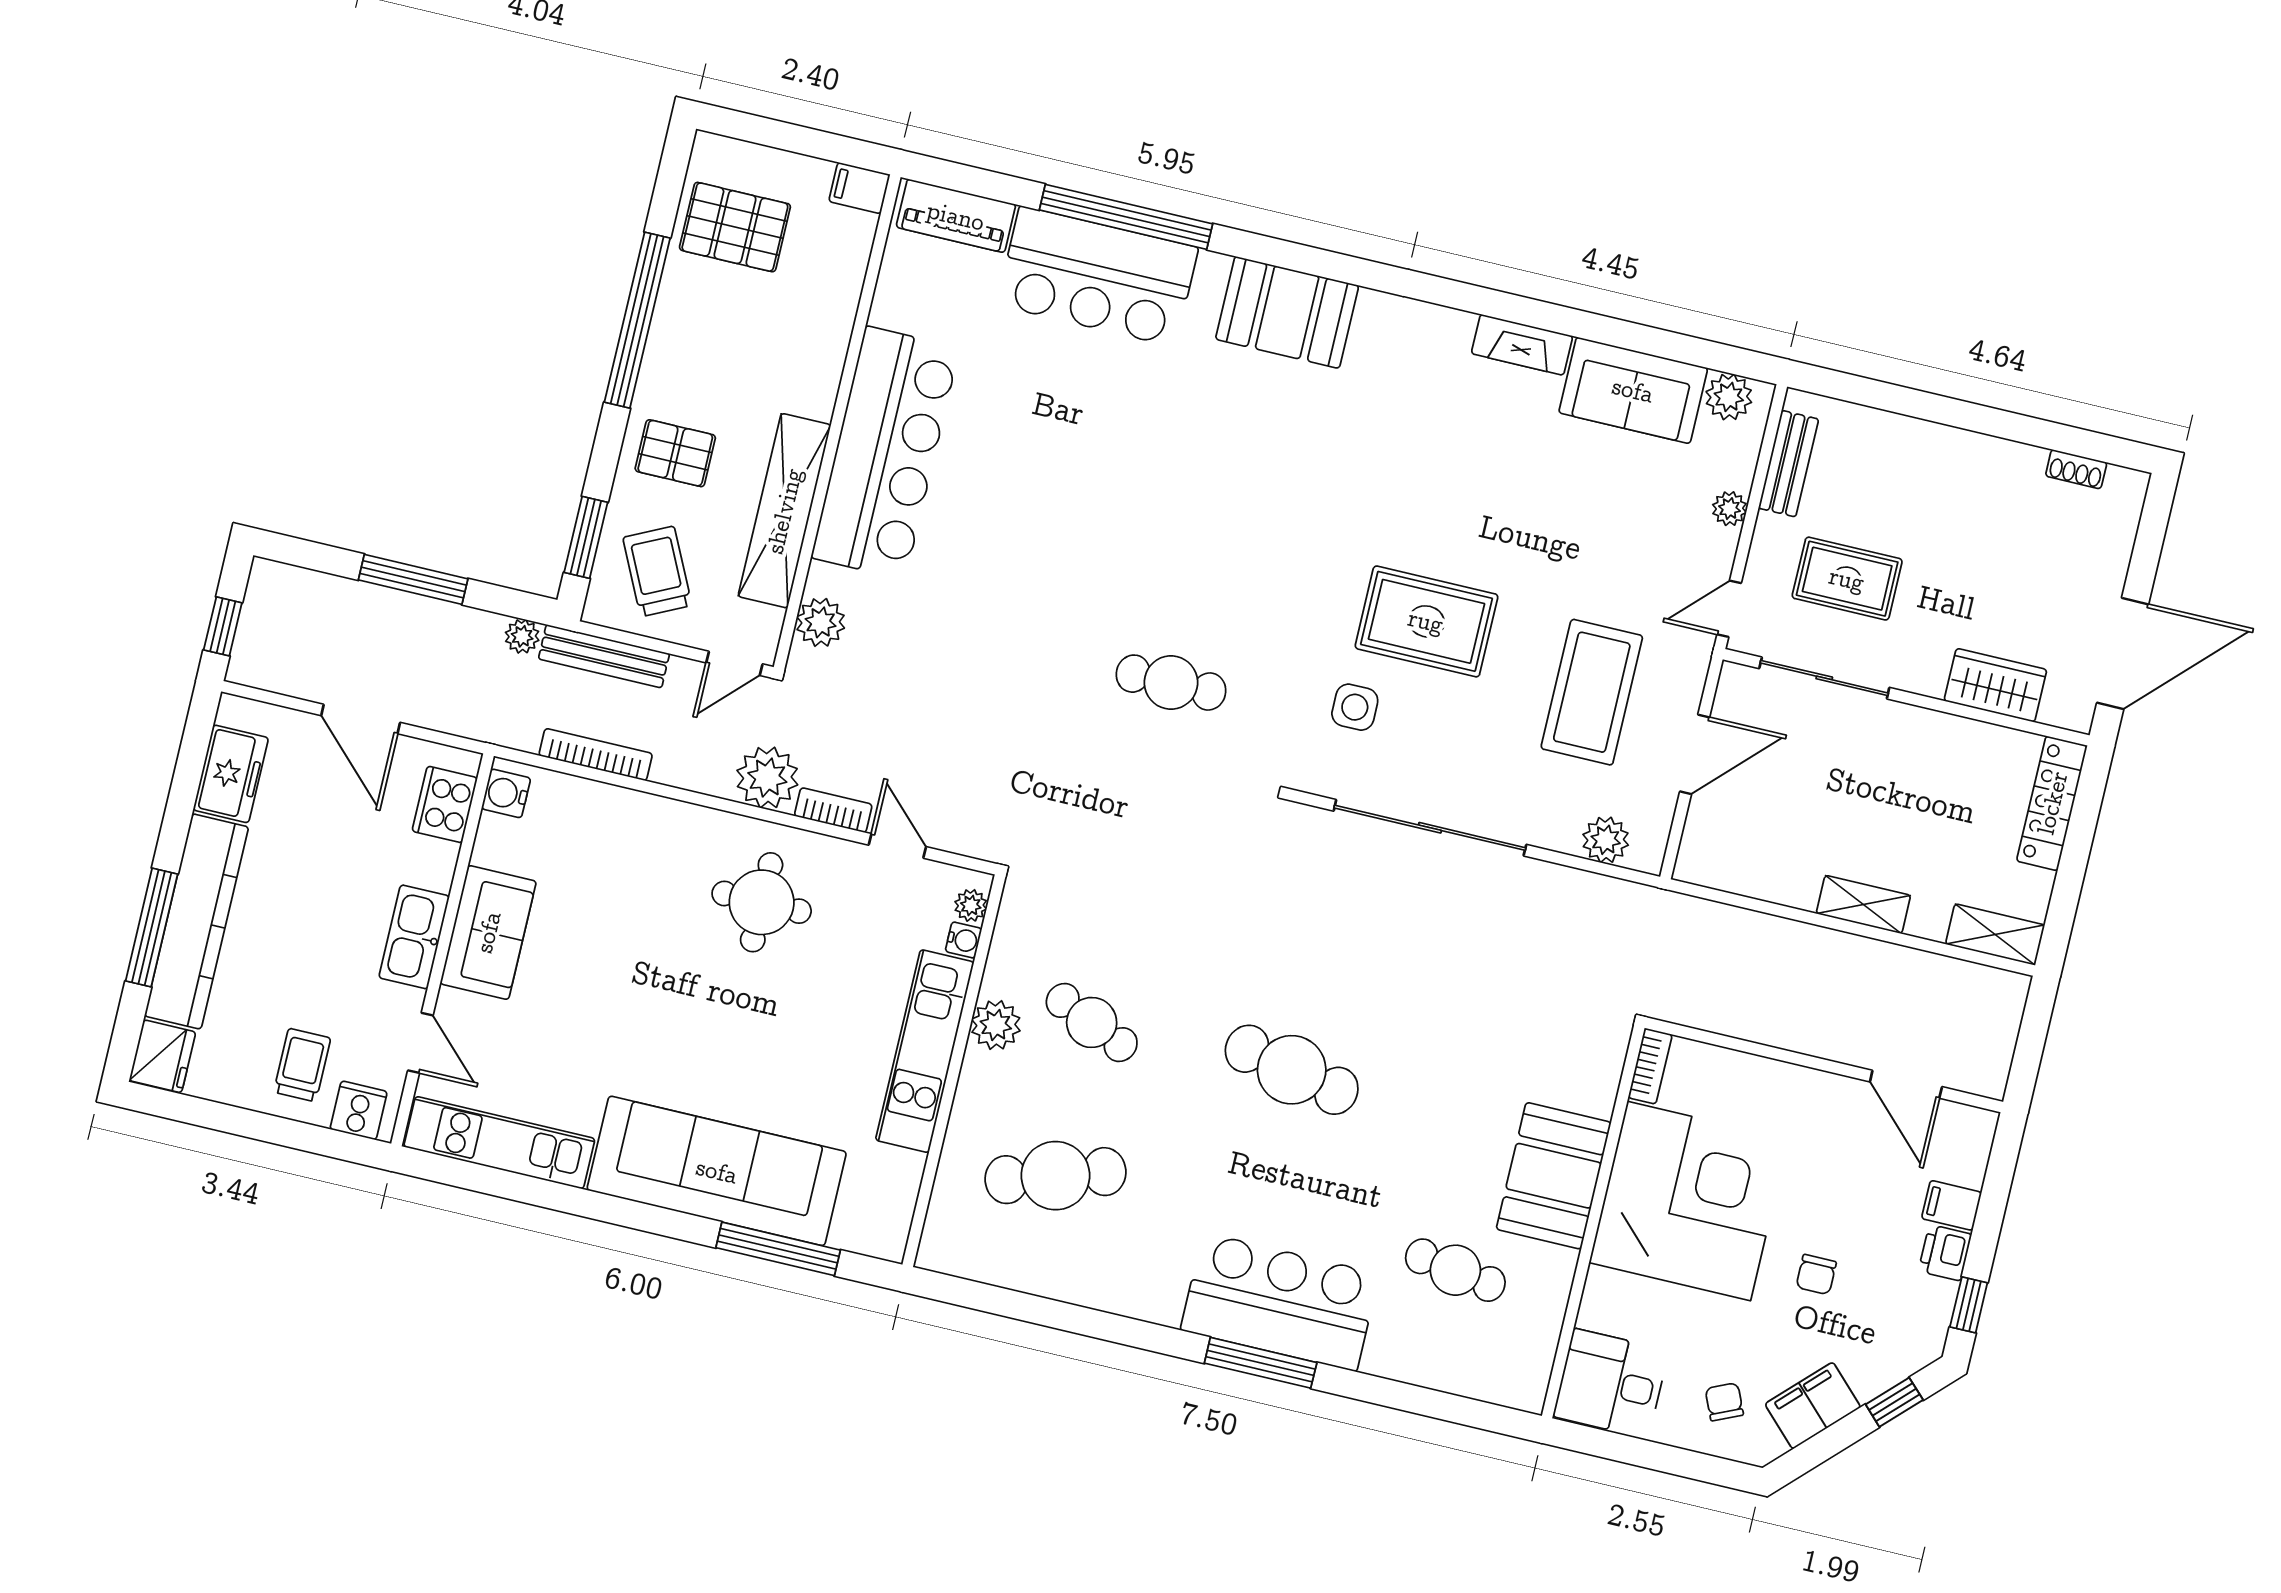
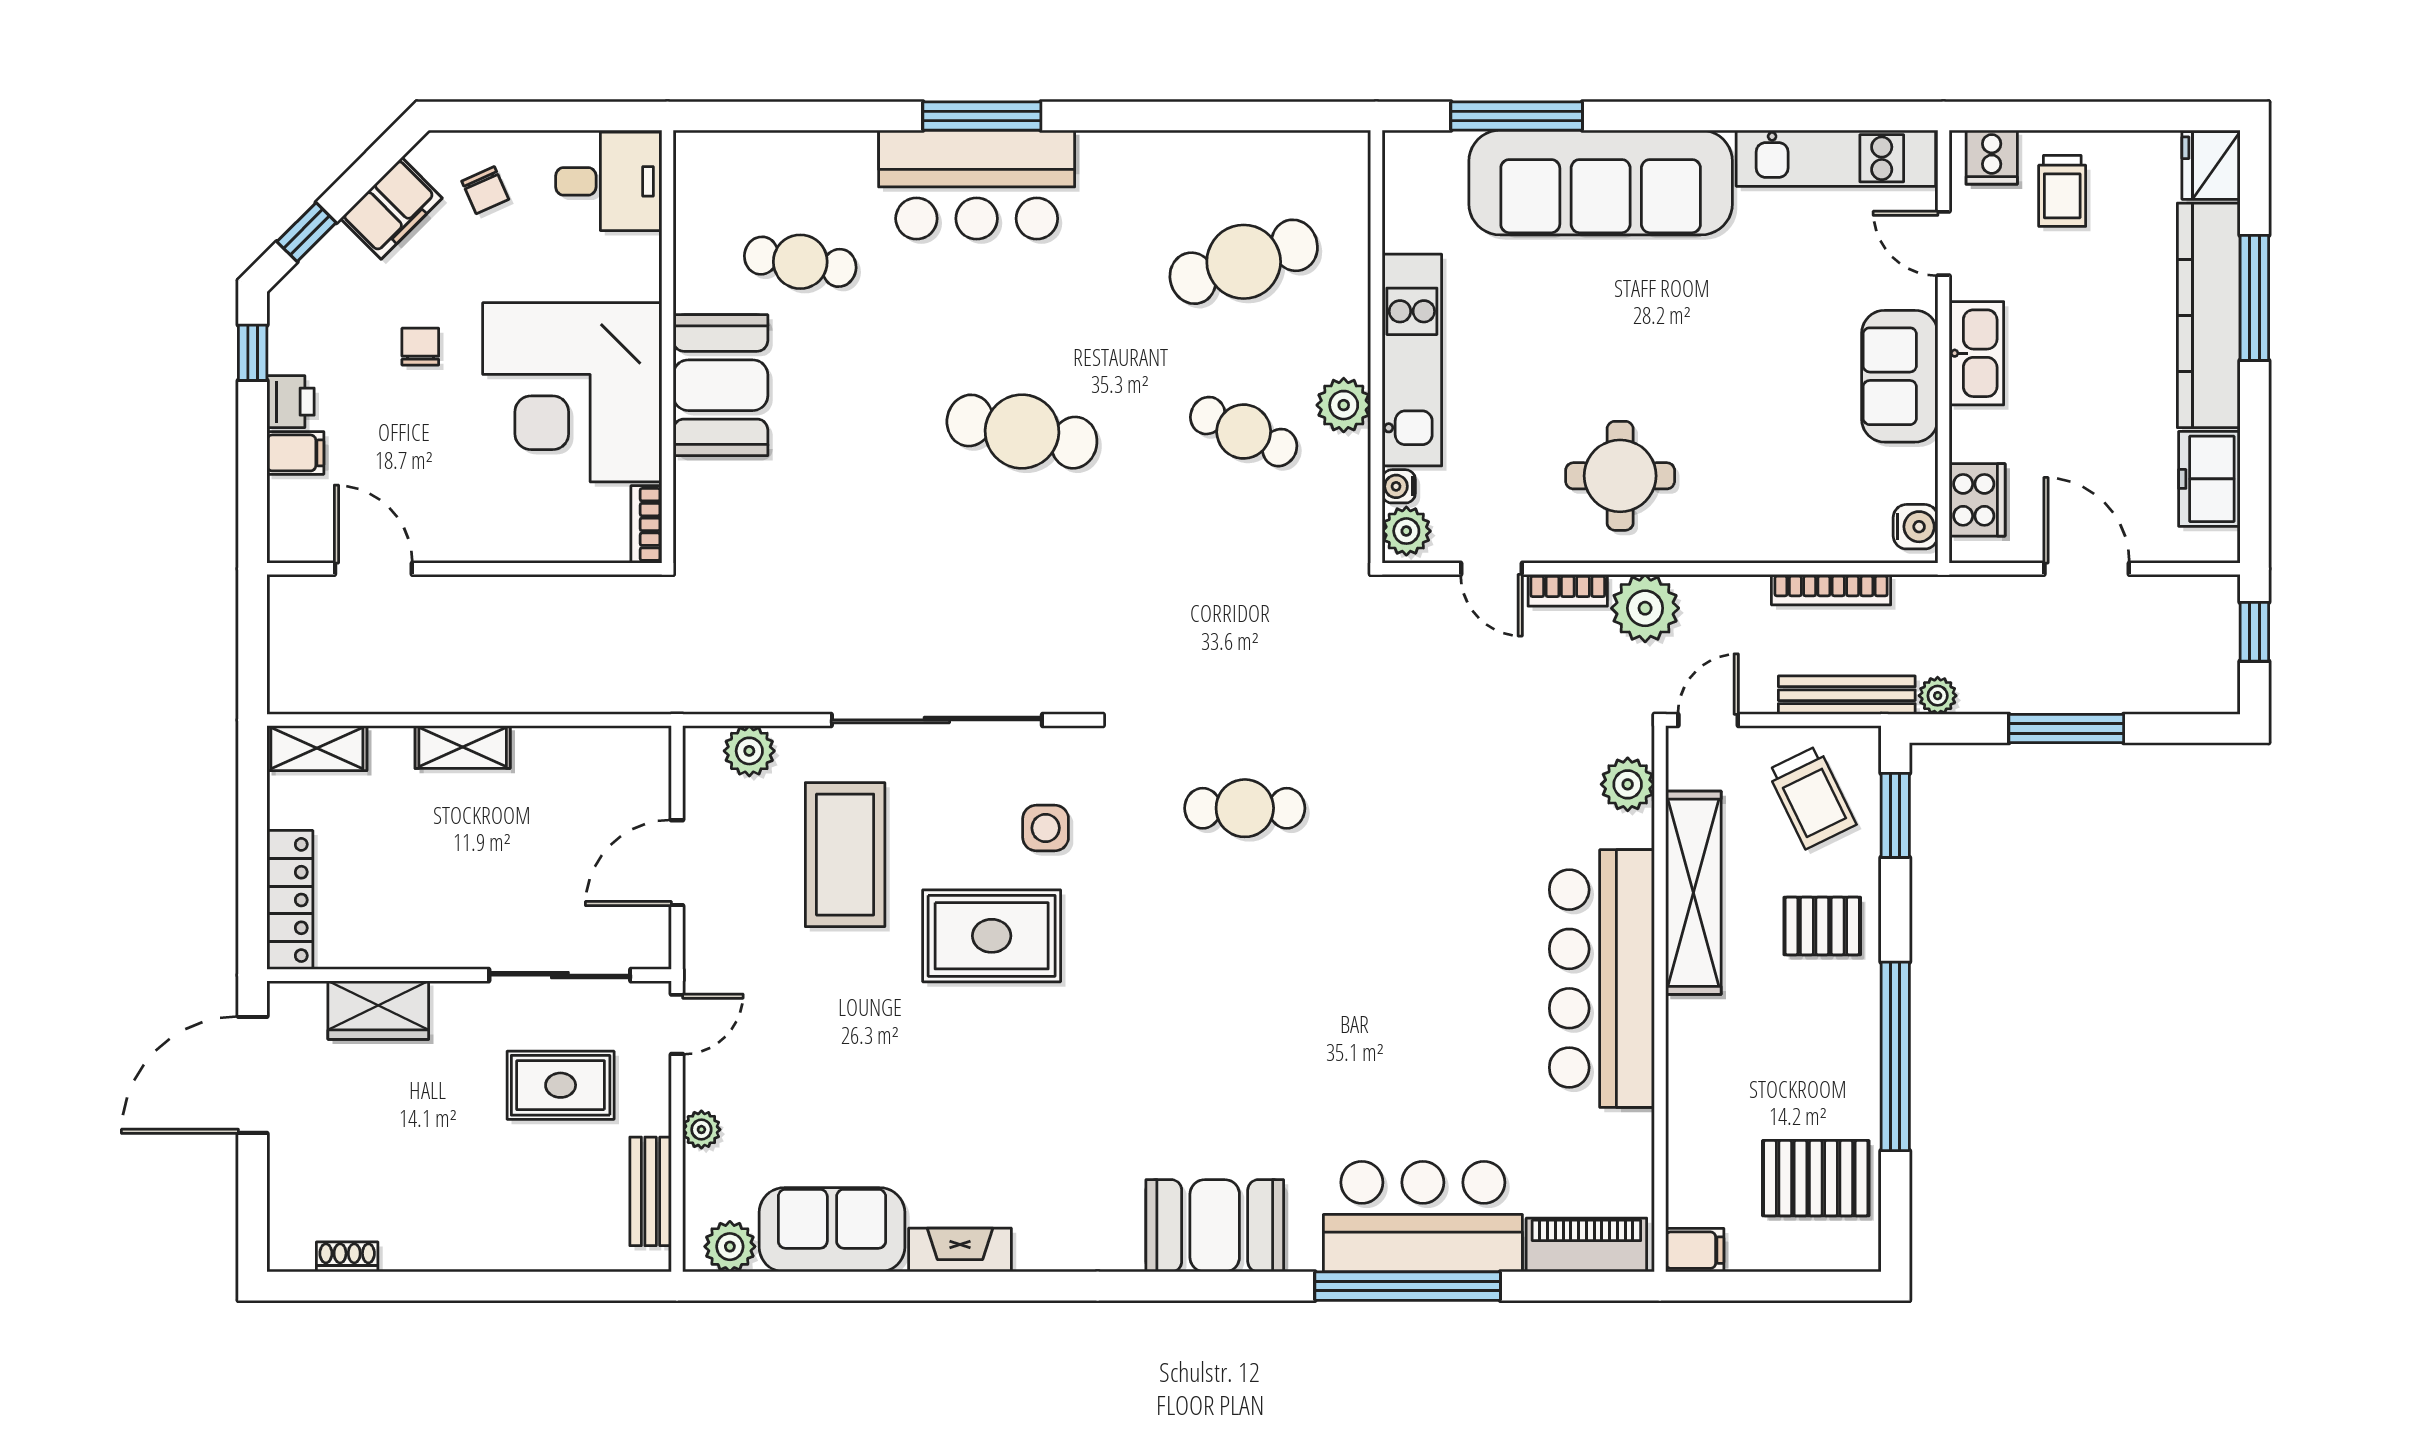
coffee table: (1592, 692) -> (845, 855), moved
plant: (971, 905) -> (1406, 531), width x1.38, depth x1.38

